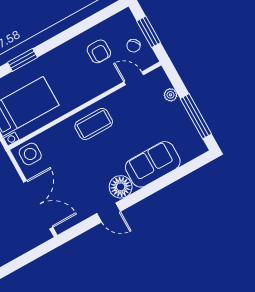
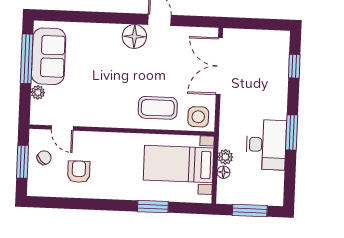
coffee table: (94, 124) -> (158, 108), moved
sofa: (153, 164) -> (49, 56), moved, turned -90

